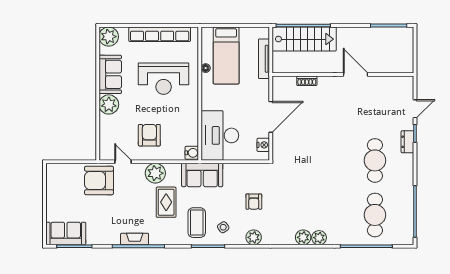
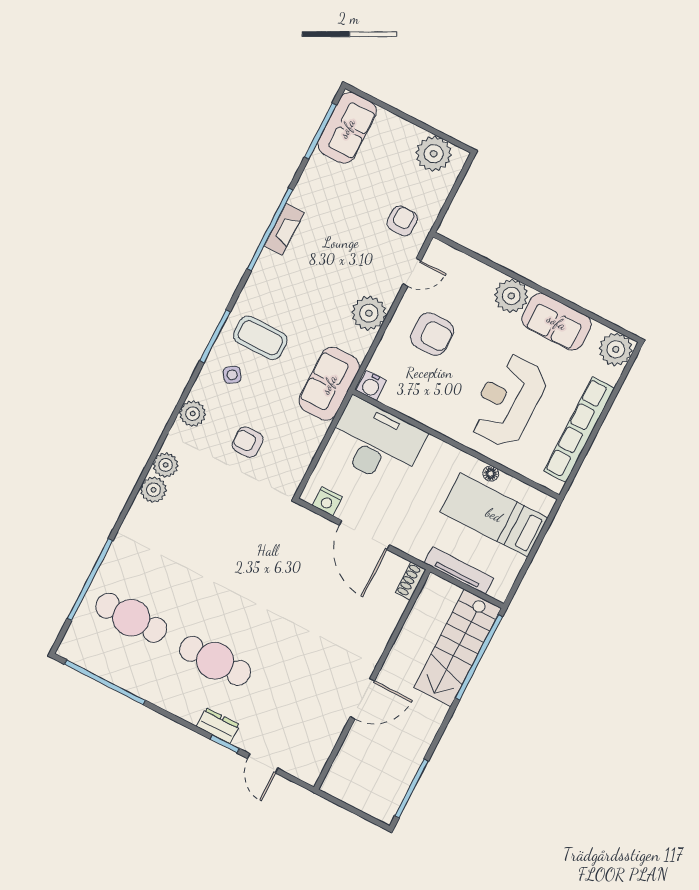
shoe rack: (307, 81) -> (411, 581), moved
armchair: (99, 180) -> (402, 221), width x0.53, depth x0.53
plant: (56, 182) -> (434, 154), added
rug: (166, 202) -> (316, 307), removed
plant: (319, 238) -> (166, 465), moved

